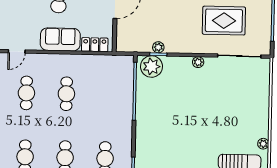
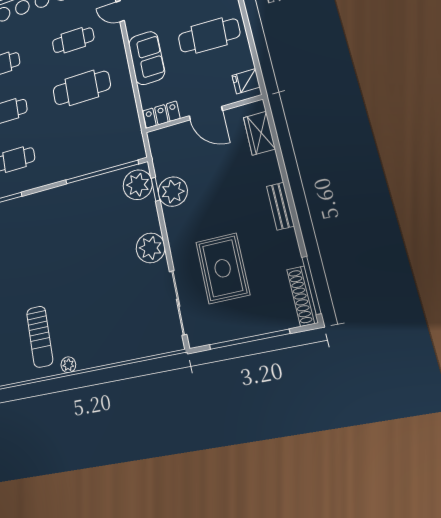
locker: (95, 45) -> (161, 115), moved, turned -90
plant: (158, 47) -> (173, 192), width x1.88, depth x1.88
plant: (198, 62) -> (151, 248), width x1.88, depth x1.88
cafe table: (66, 94) -> (82, 88), width x1.37, depth x1.35

